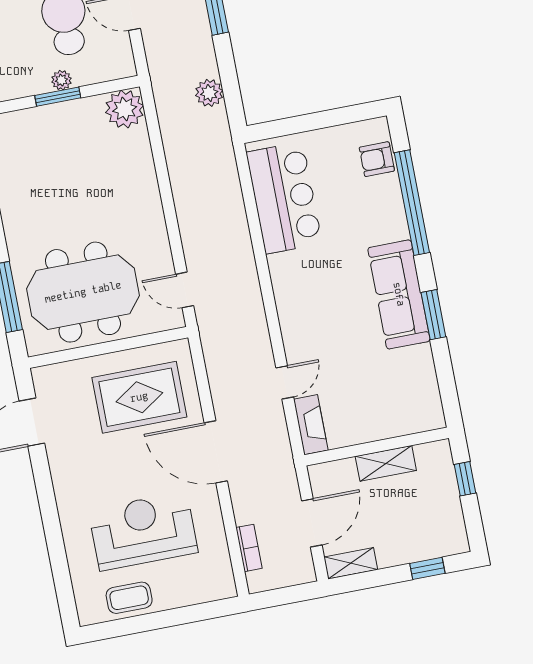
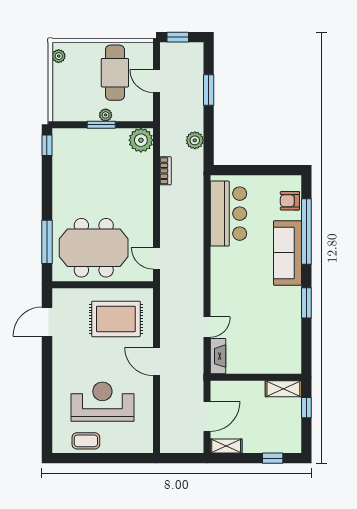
sofa: (399, 294) -> (287, 253), moved
door: (216, 452) -> (156, 362), width x0.73
shelving: (386, 463) -> (283, 389), moved
bookcase: (249, 548) -> (165, 171), moved

